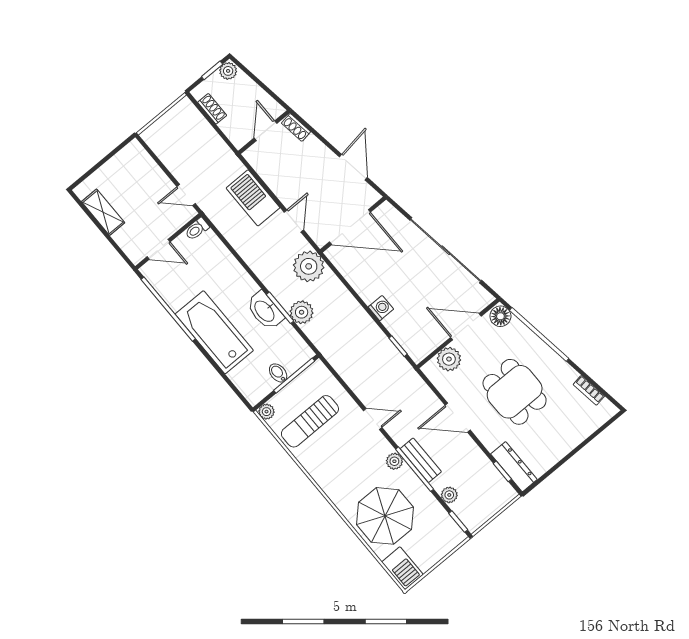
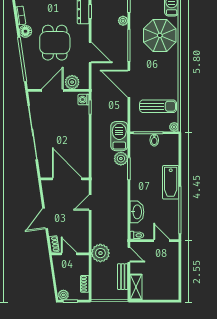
door: (266, 131) -> (69, 254), swing flipped
door: (353, 167) -> (45, 218), moved
barbecue: (253, 198) -> (119, 136), moved, turned 180
shelving: (103, 212) -> (136, 287), moved
plant: (309, 266) -> (100, 253), moved
washing machine: (381, 308) -> (84, 100), moved
washbasin: (265, 311) -> (137, 212), moved
floor lamp: (500, 316) -> (25, 31), moved
door: (466, 327) -> (52, 90), swing flipped
bathtub: (214, 332) -> (171, 182), width x0.73, depth x0.73
door: (373, 419) -> (129, 84), width x1.88
bench: (421, 460) -> (123, 277), moved
plant: (394, 461) -> (135, 57), removed

